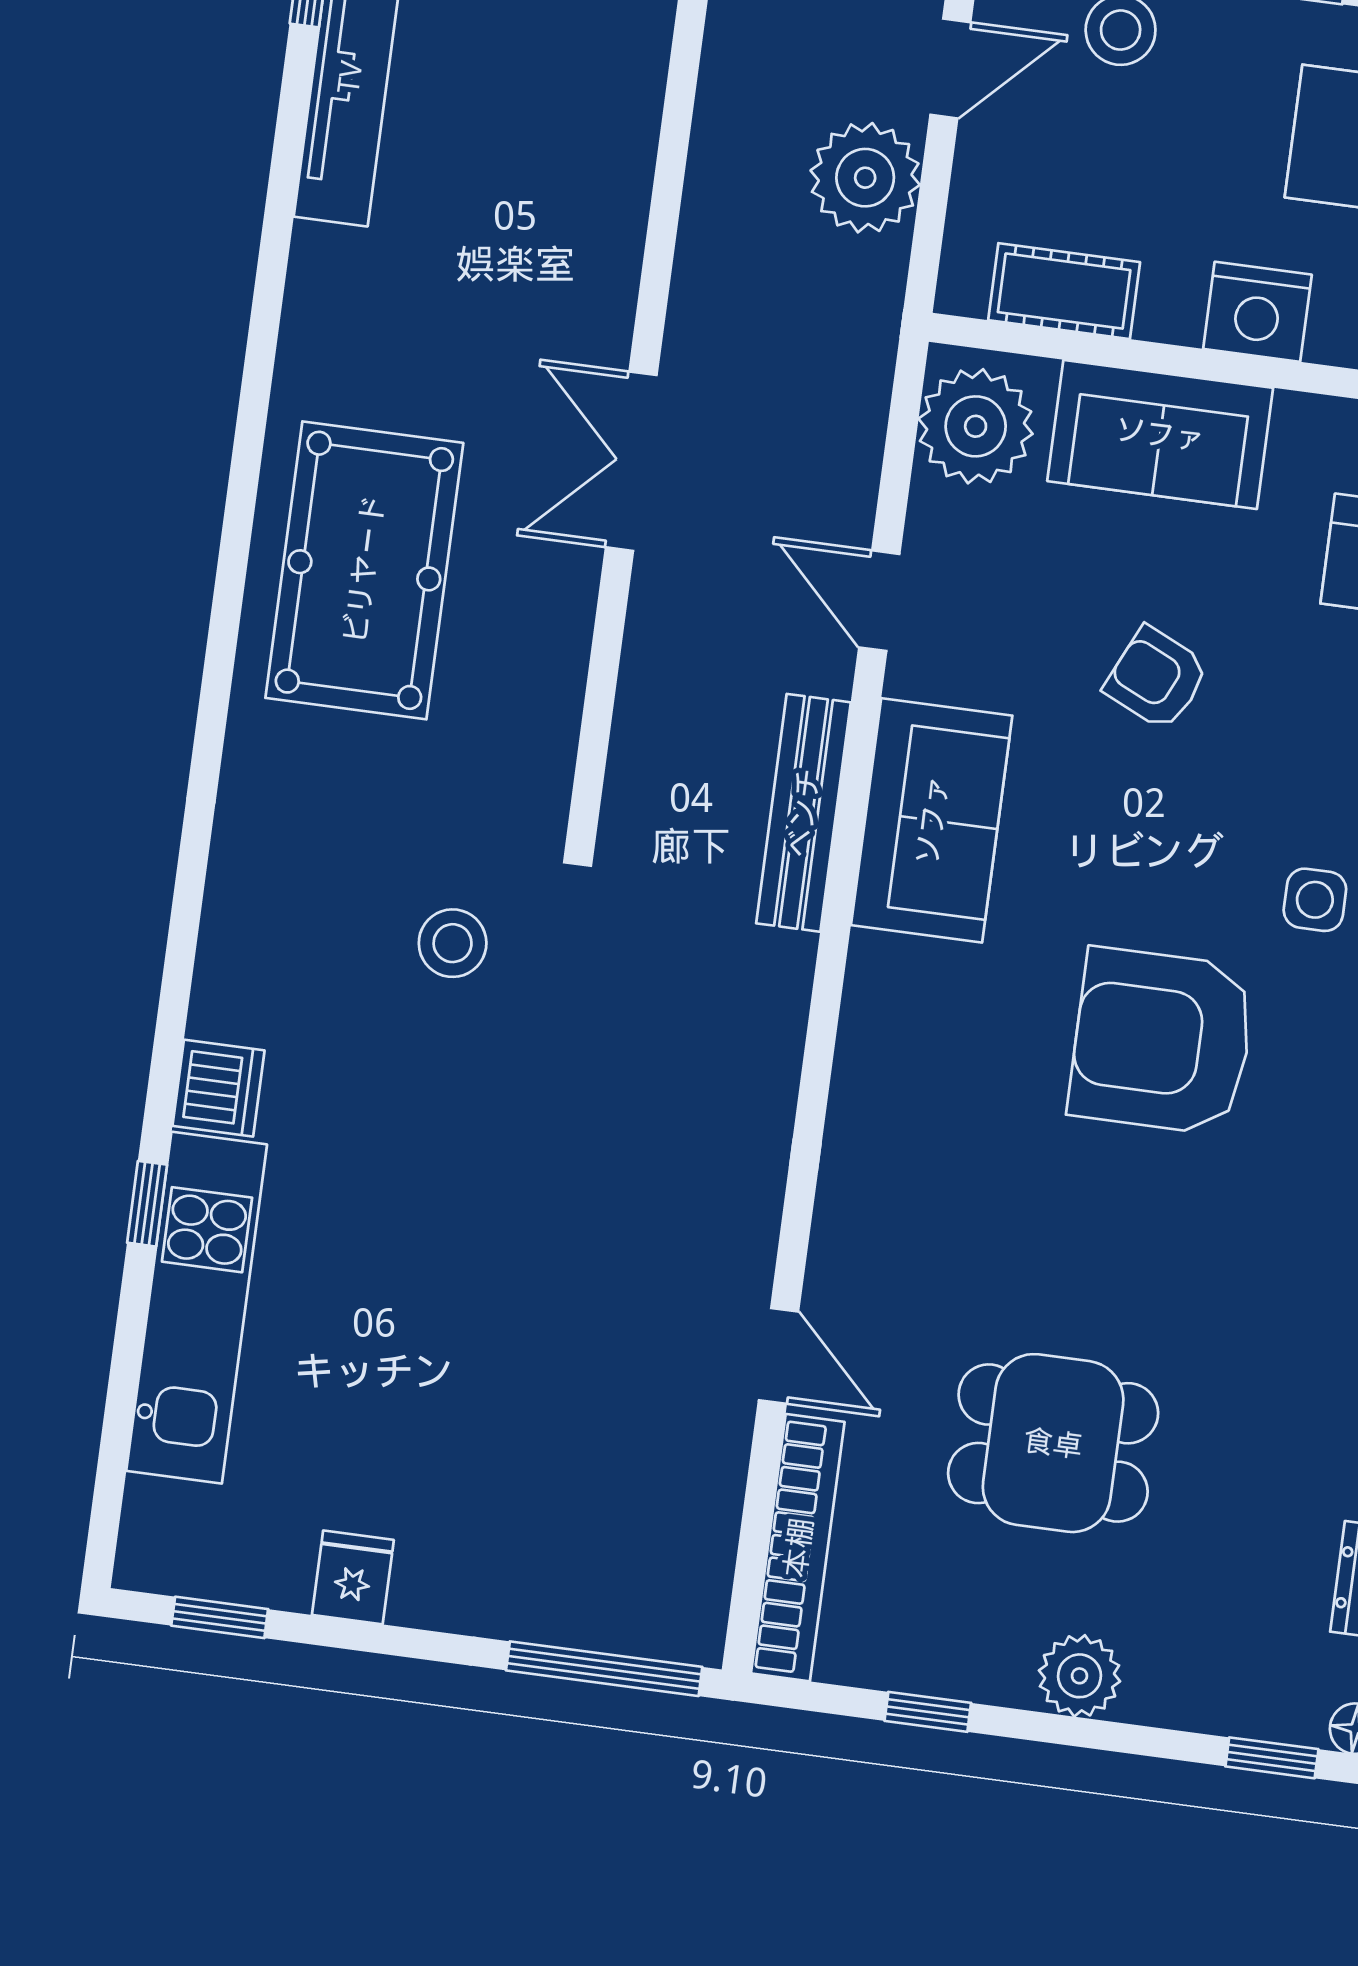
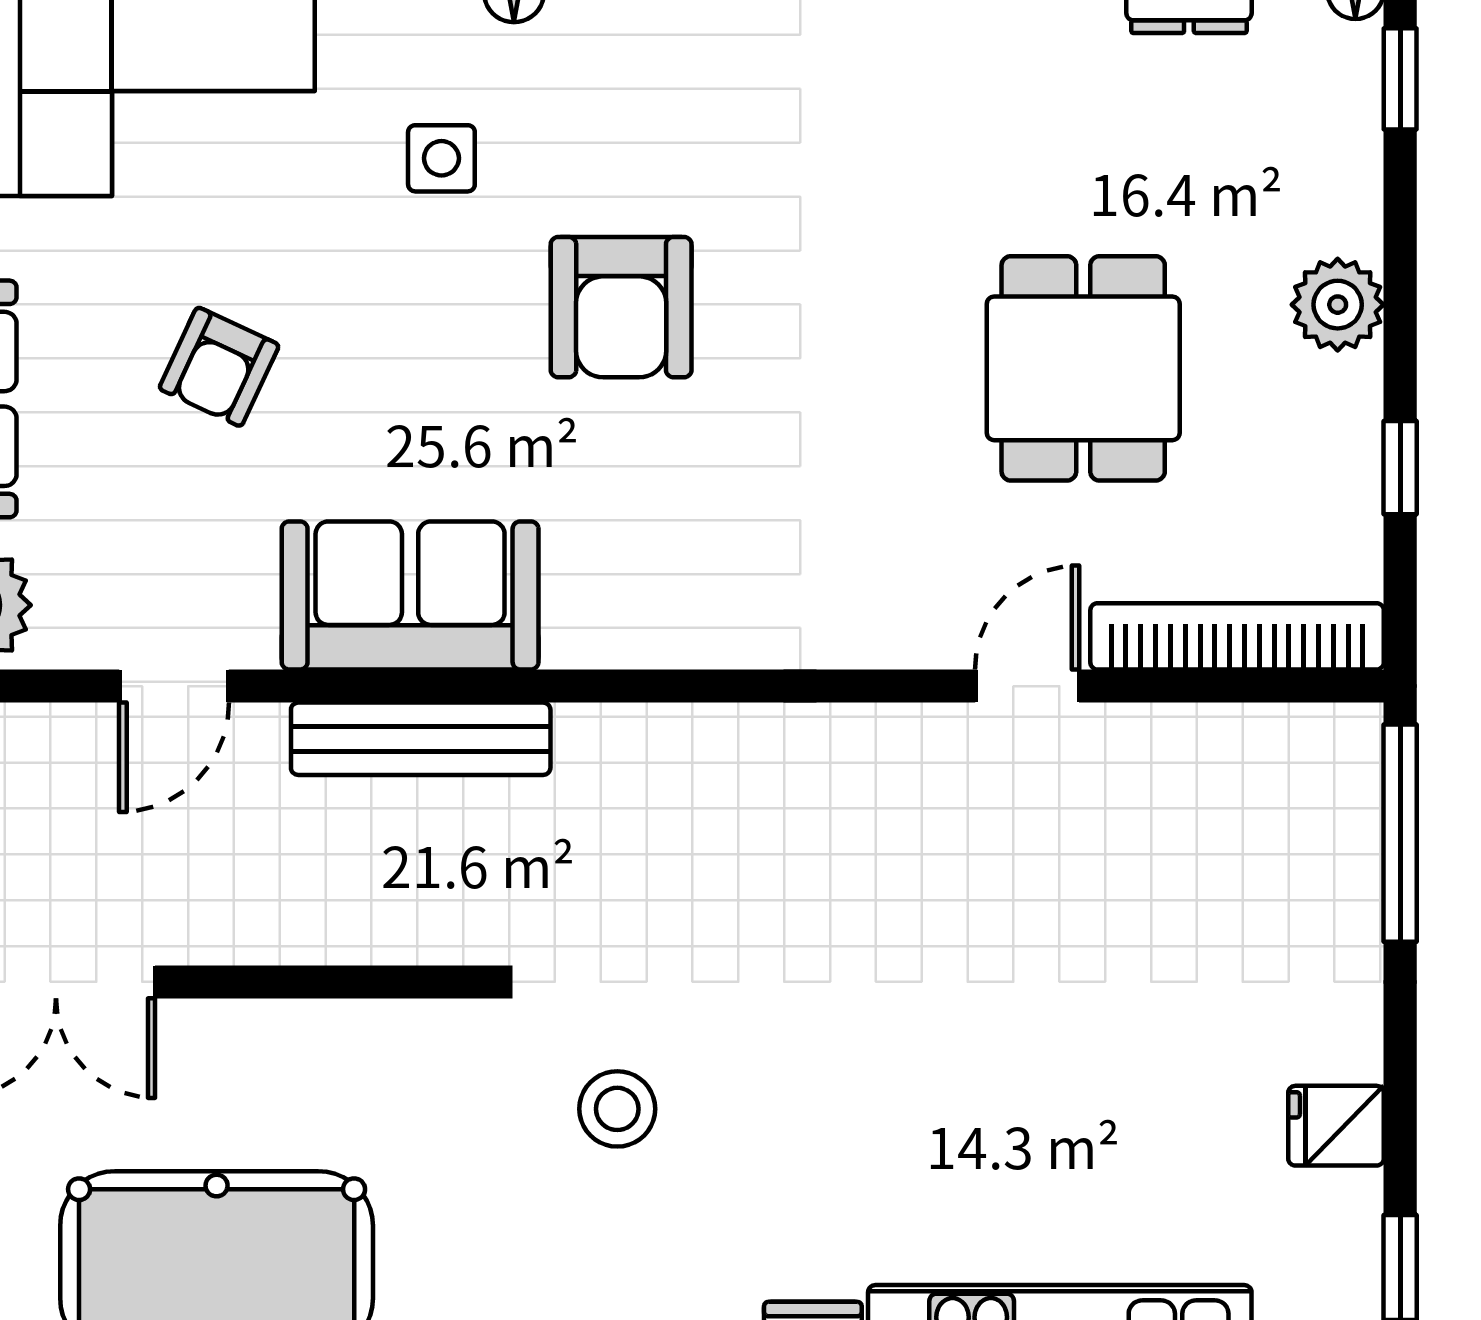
armchair: (1162, 1041) -> (621, 307), width x0.73, depth x0.73

